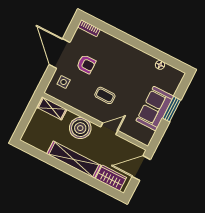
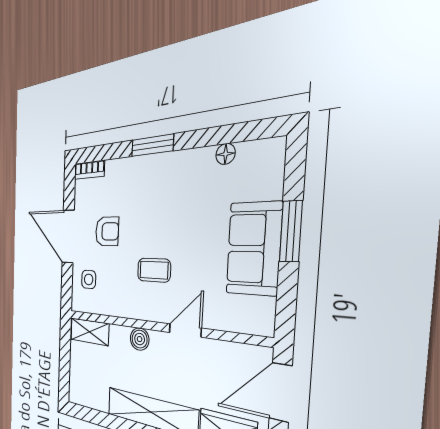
window: (129, 40) -> (152, 145), added
boiler: (80, 128) -> (140, 339), width x0.54, depth x0.54

